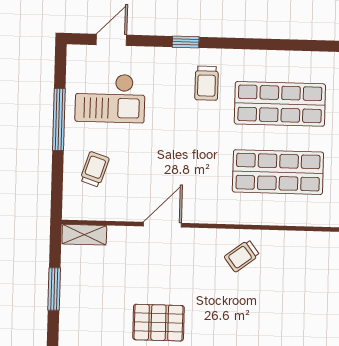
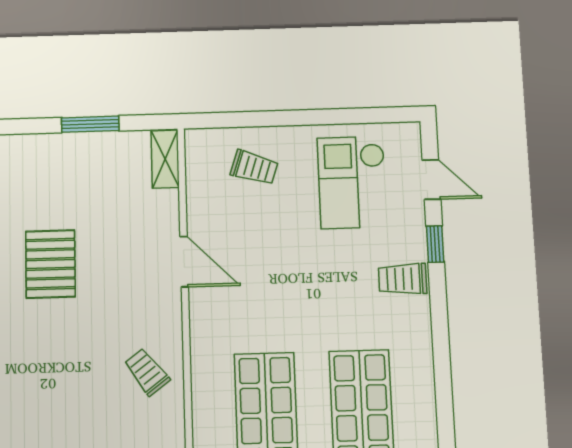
window: (186, 42) -> (435, 244), moved
trolley: (207, 83) -> (403, 279), moved
window: (59, 119) -> (318, 117), removed

